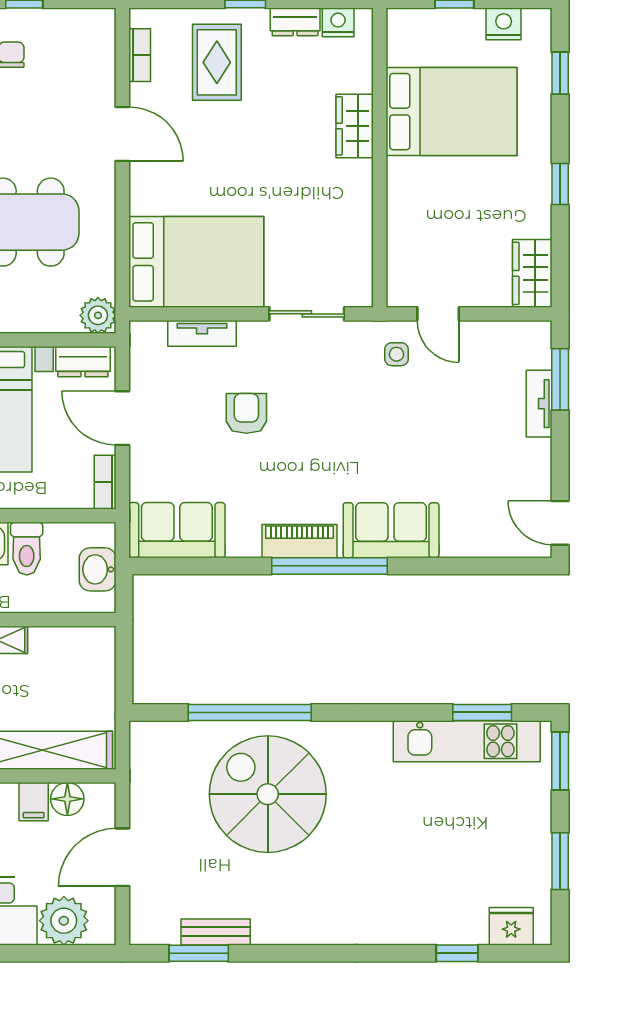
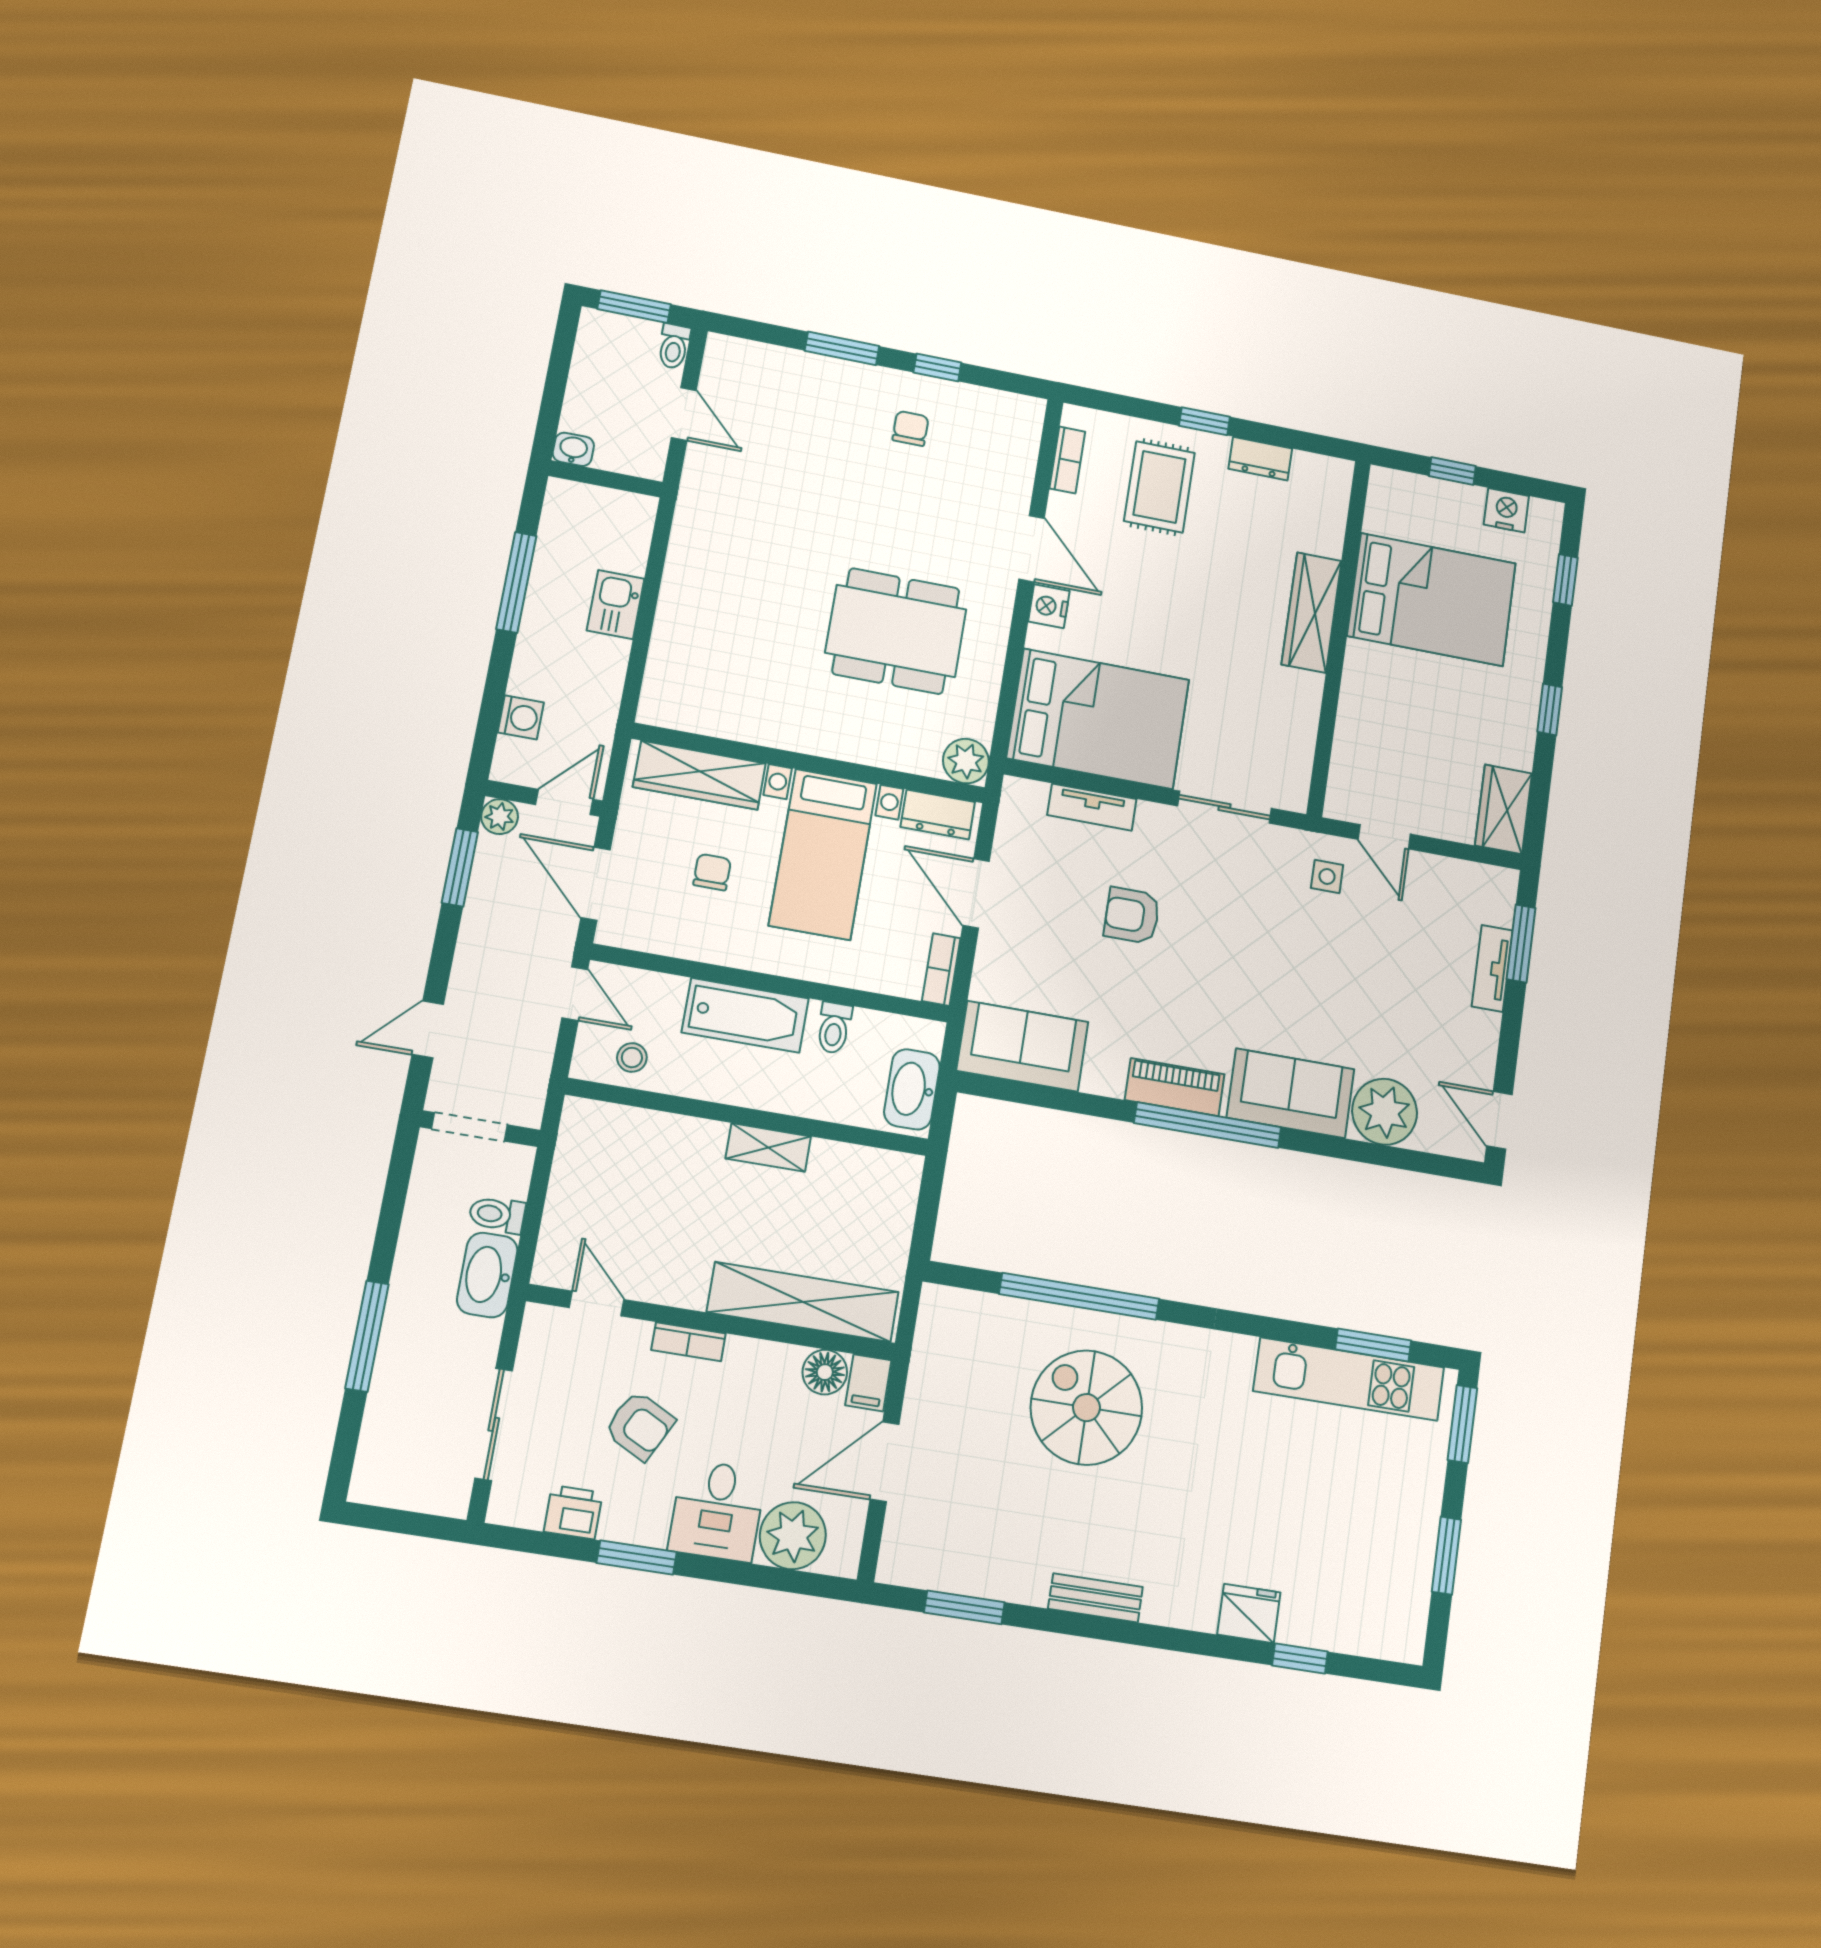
nightstand: (338, 22) -> (1049, 606), moved, turned -90
wardrobe: (355, 126) -> (1312, 613), width x1.50
armchair: (246, 413) -> (1132, 915), turned -90
plant: (467, 532) -> (1385, 1112), added
toilet: (27, 549) -> (834, 1028), width x0.73, depth x0.72
washbasin: (98, 569) -> (912, 1089), width x1.38
spiral stairs: (268, 794) -> (1086, 1408), width x0.73, depth x0.73
filing cabinet: (34, 802) -> (868, 1383), moved
fridge: (511, 926) -> (1249, 1613), moved
bench: (216, 932) -> (1095, 1598), moved

